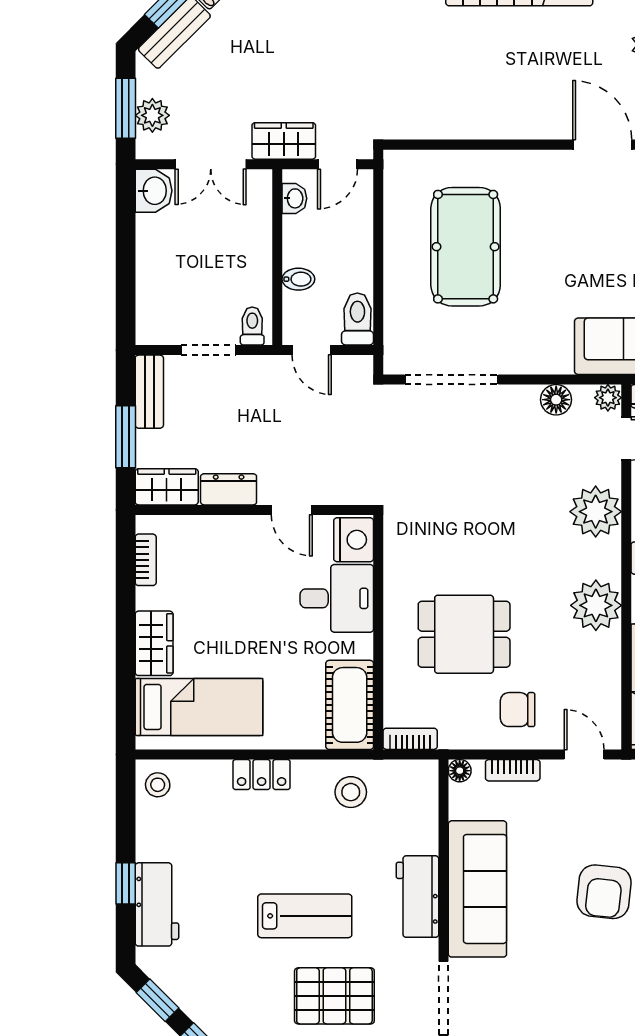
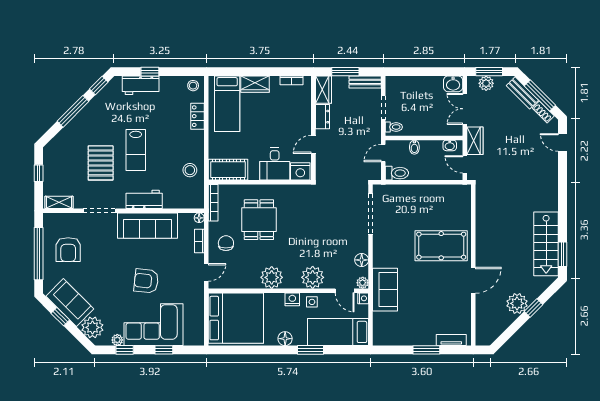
pool table: (466, 247) -> (441, 246), moved
bookcase: (410, 739) -> (213, 203), width x1.56
locker: (262, 775) -> (198, 116), moved

